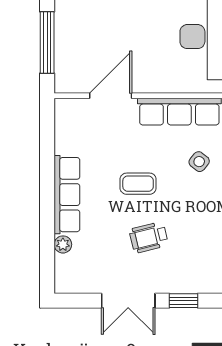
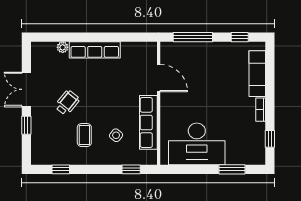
coffee table: (138, 184) -> (84, 135), moved
wheelchair: (149, 237) -> (67, 103), turned 53

